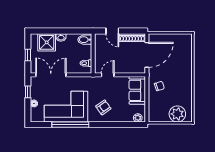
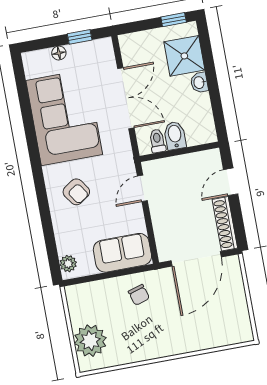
bidet: (85, 40) -> (175, 136), moved
window: (28, 55) -> (174, 20), moved
door: (147, 55) -> (196, 259), hinge flipped
double door: (51, 75) -> (126, 98), moved
door: (108, 75) -> (142, 188), swing flipped
window: (70, 125) -> (30, 133), removed

